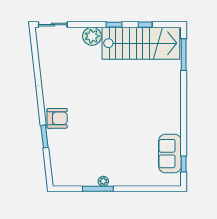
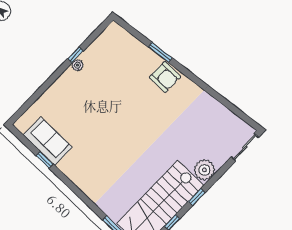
armchair: (57, 118) -> (165, 77), turned -90
window: (184, 164) -> (45, 160), moved
window: (98, 189) -> (76, 55), width x0.46

